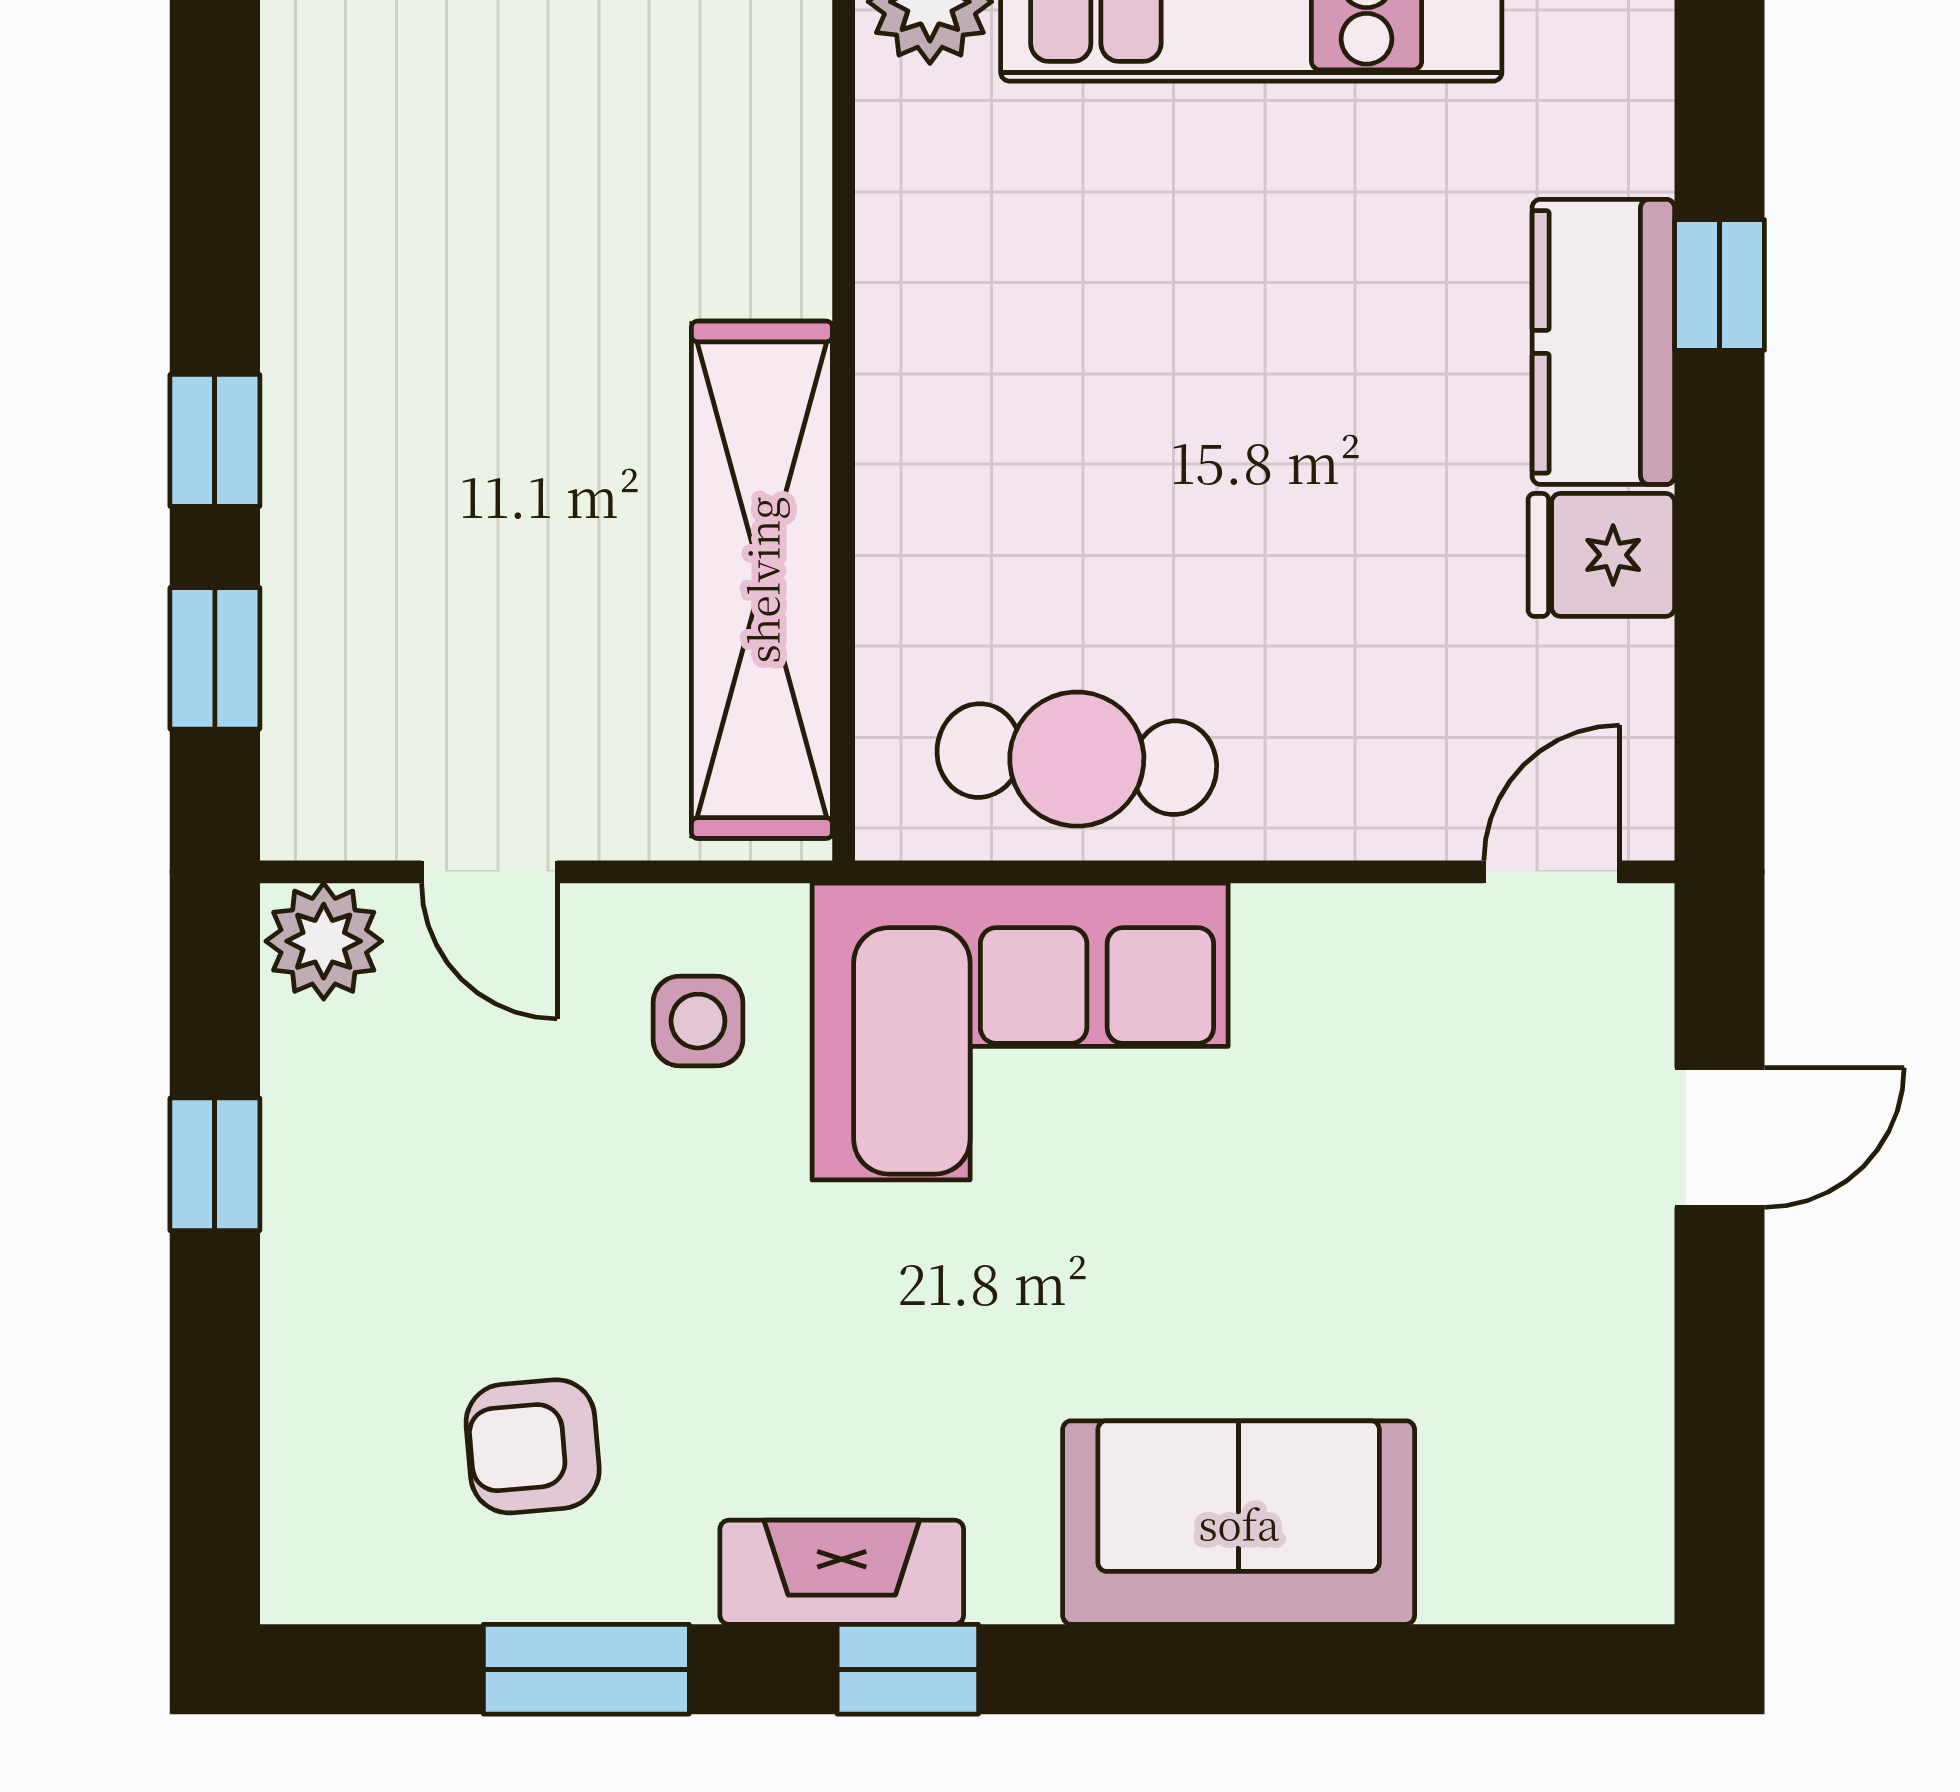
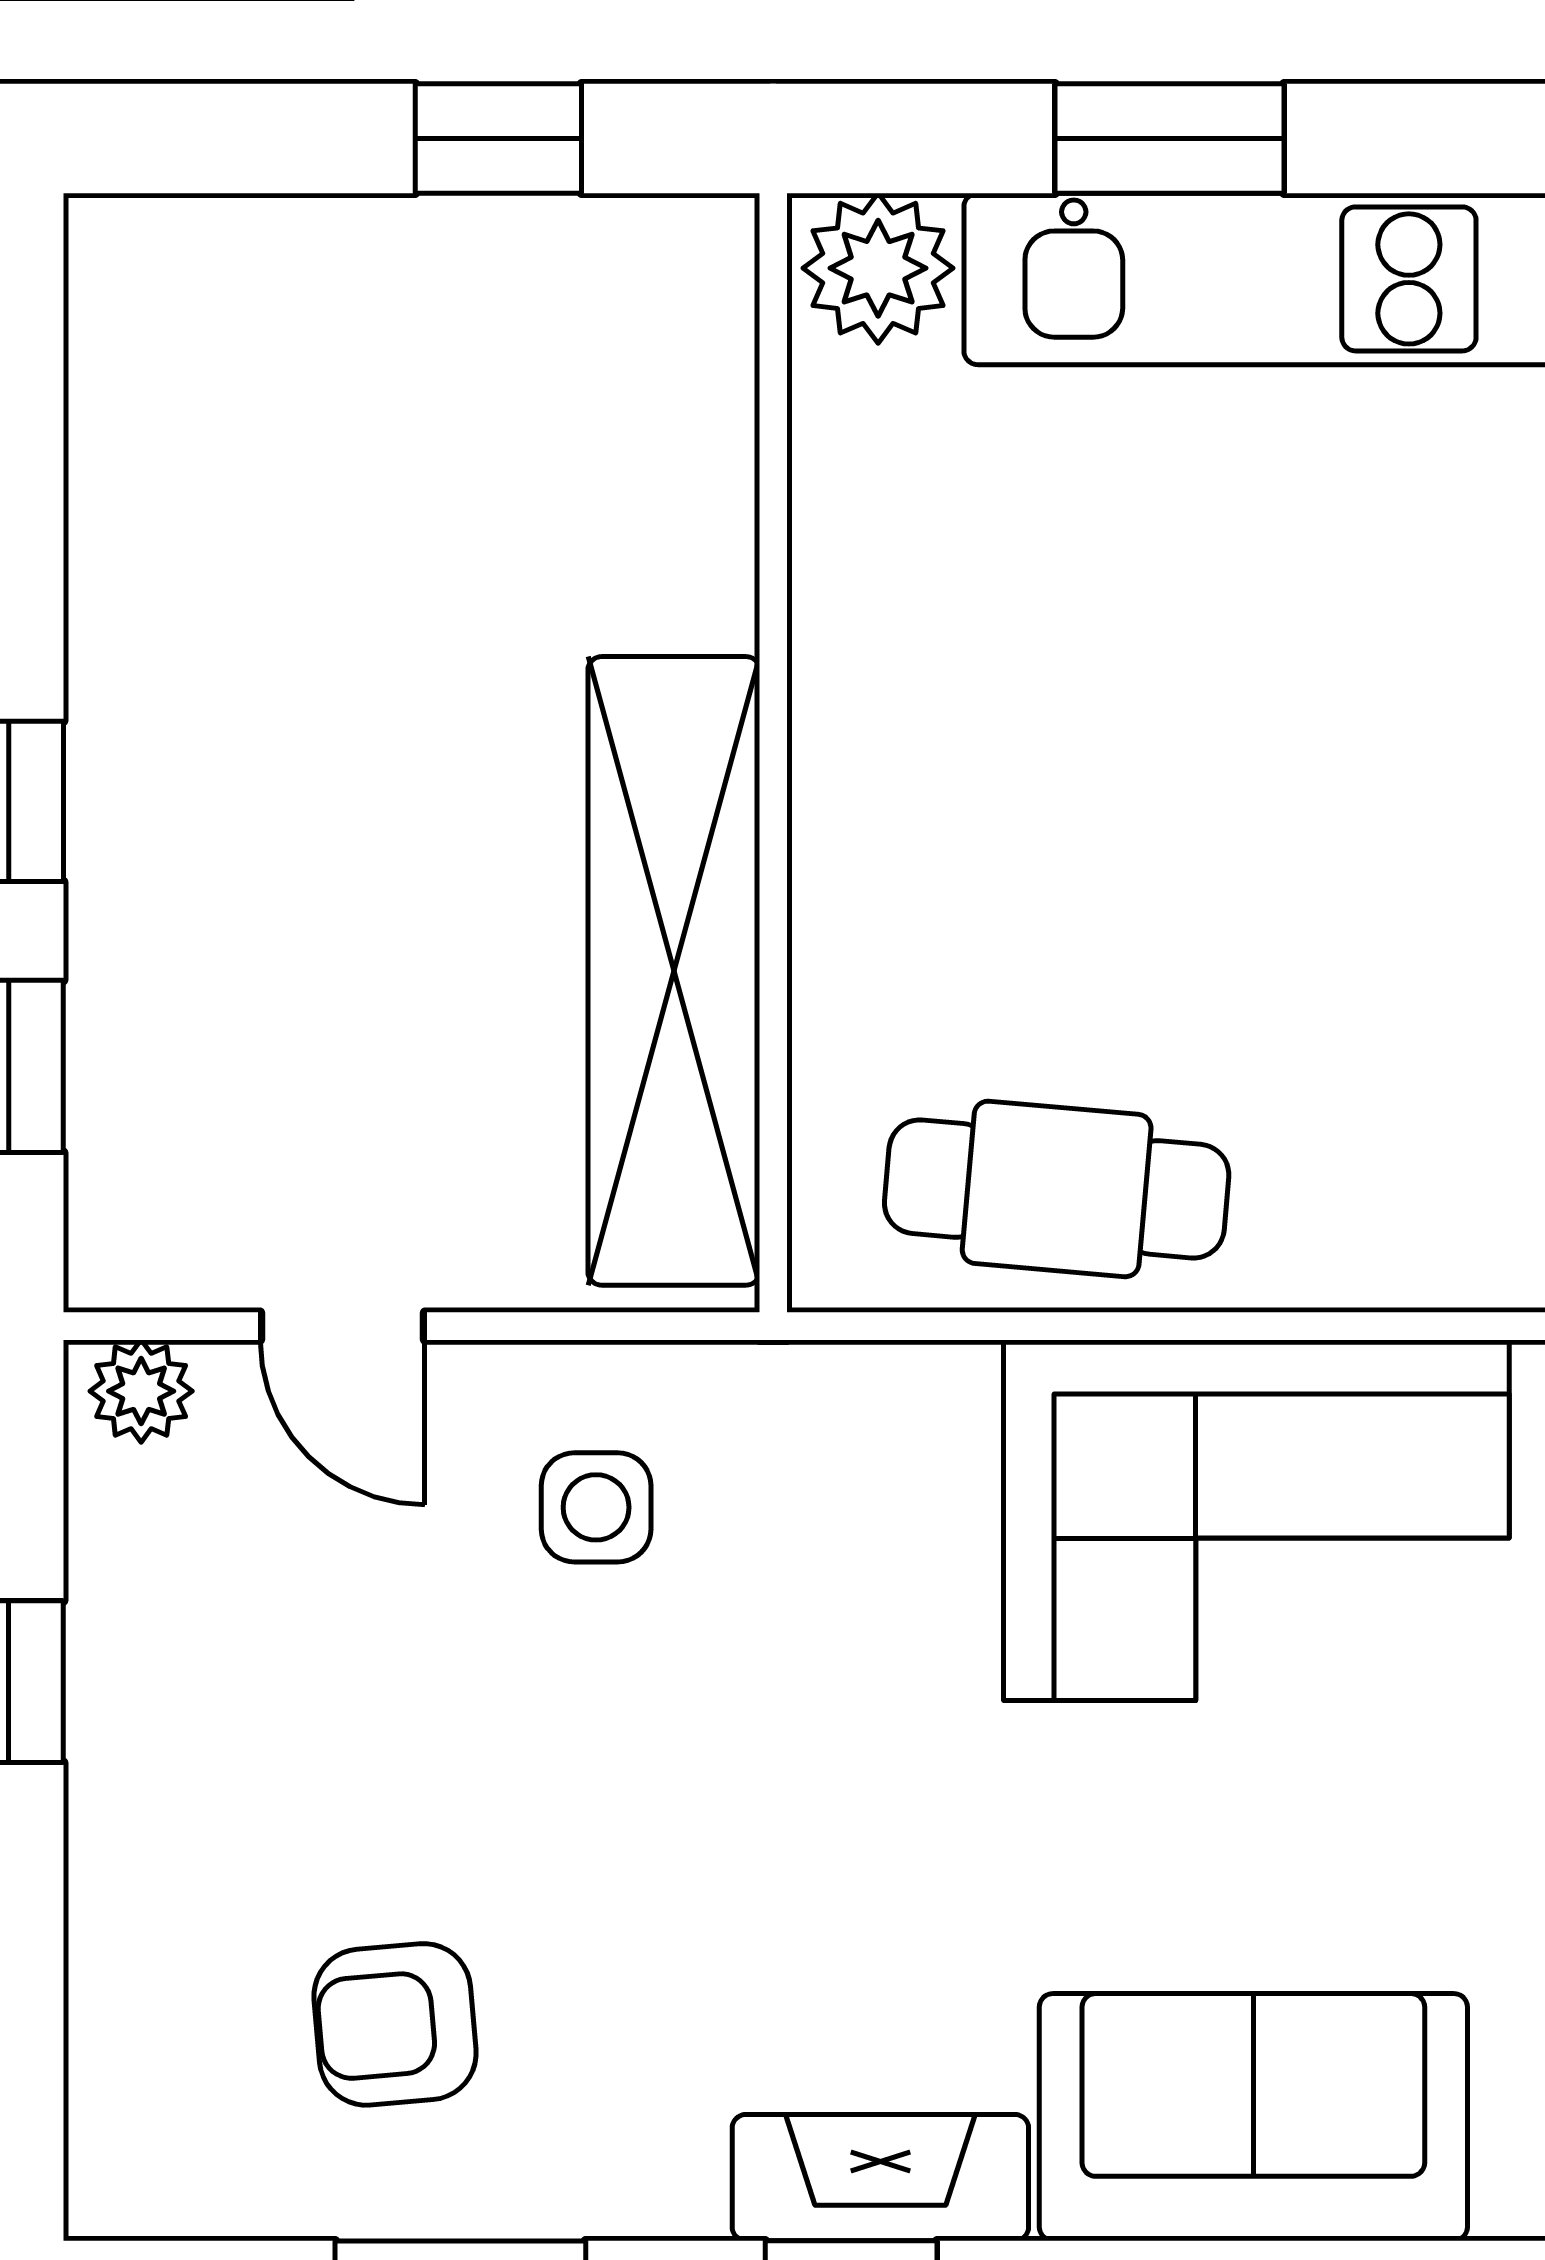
plant: (324, 941) -> (141, 1391), width x0.73, depth x0.73
corner sofa: (1020, 1032) -> (1256, 1520), moved
fireplace: (842, 1572) -> (880, 2178), moved

